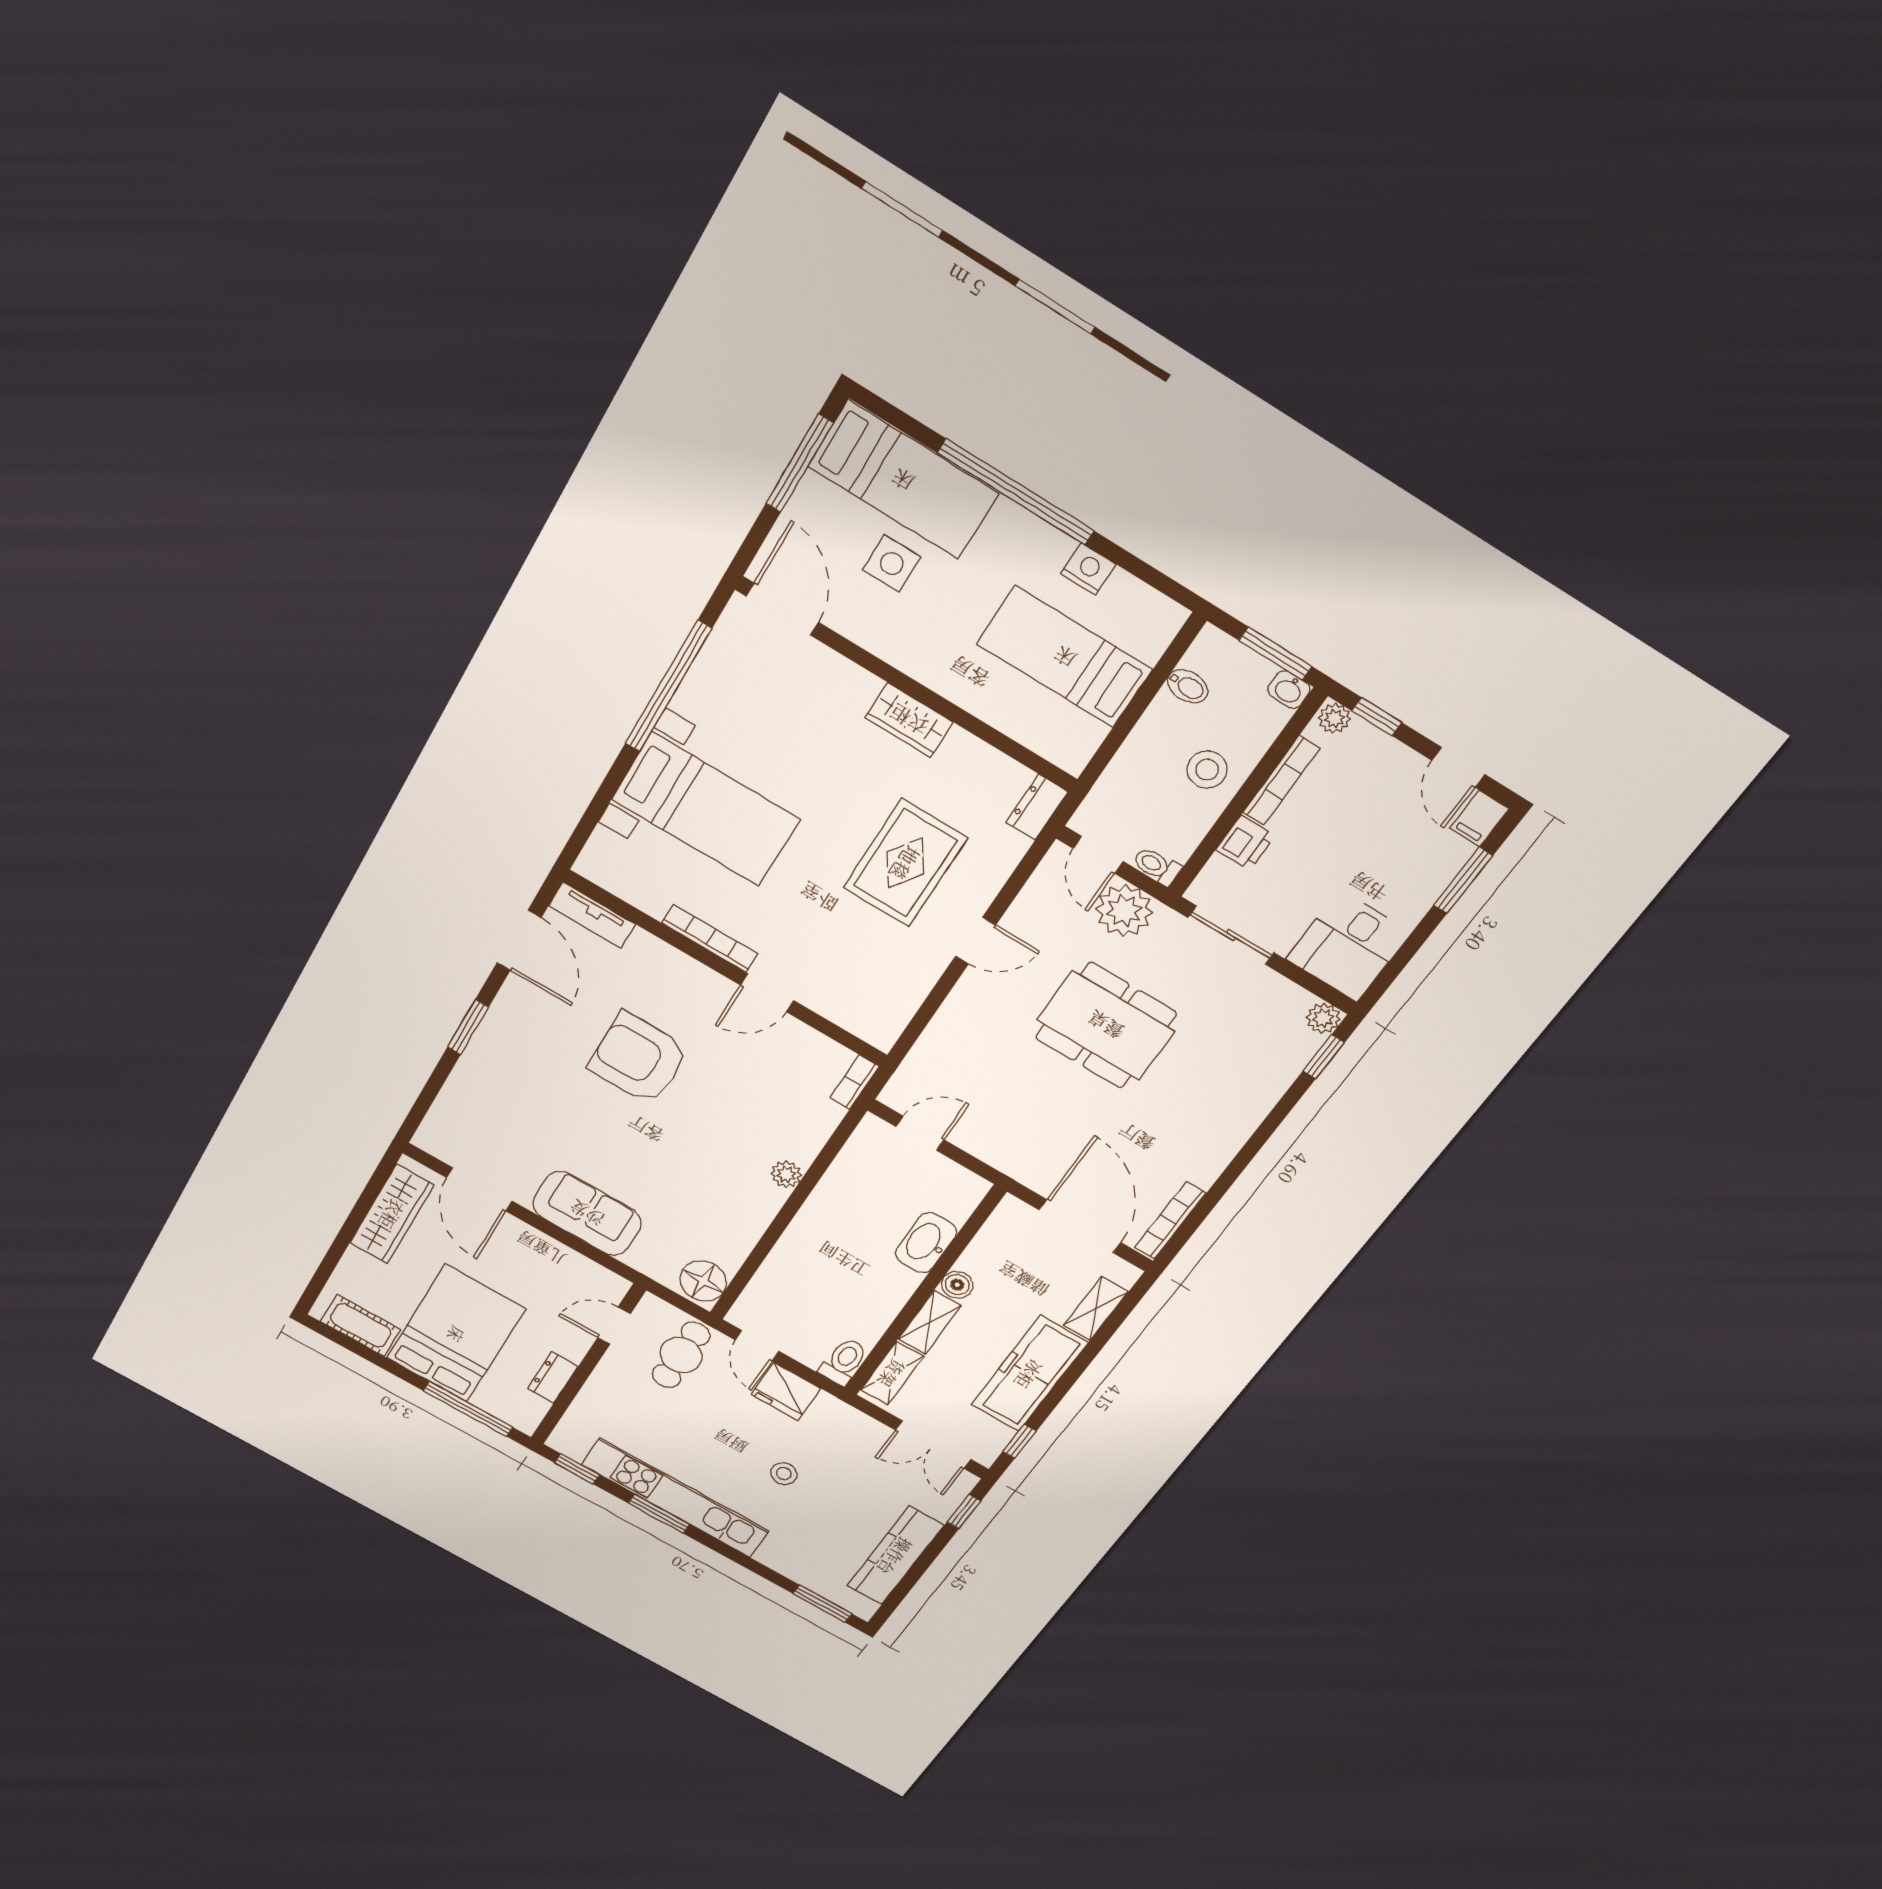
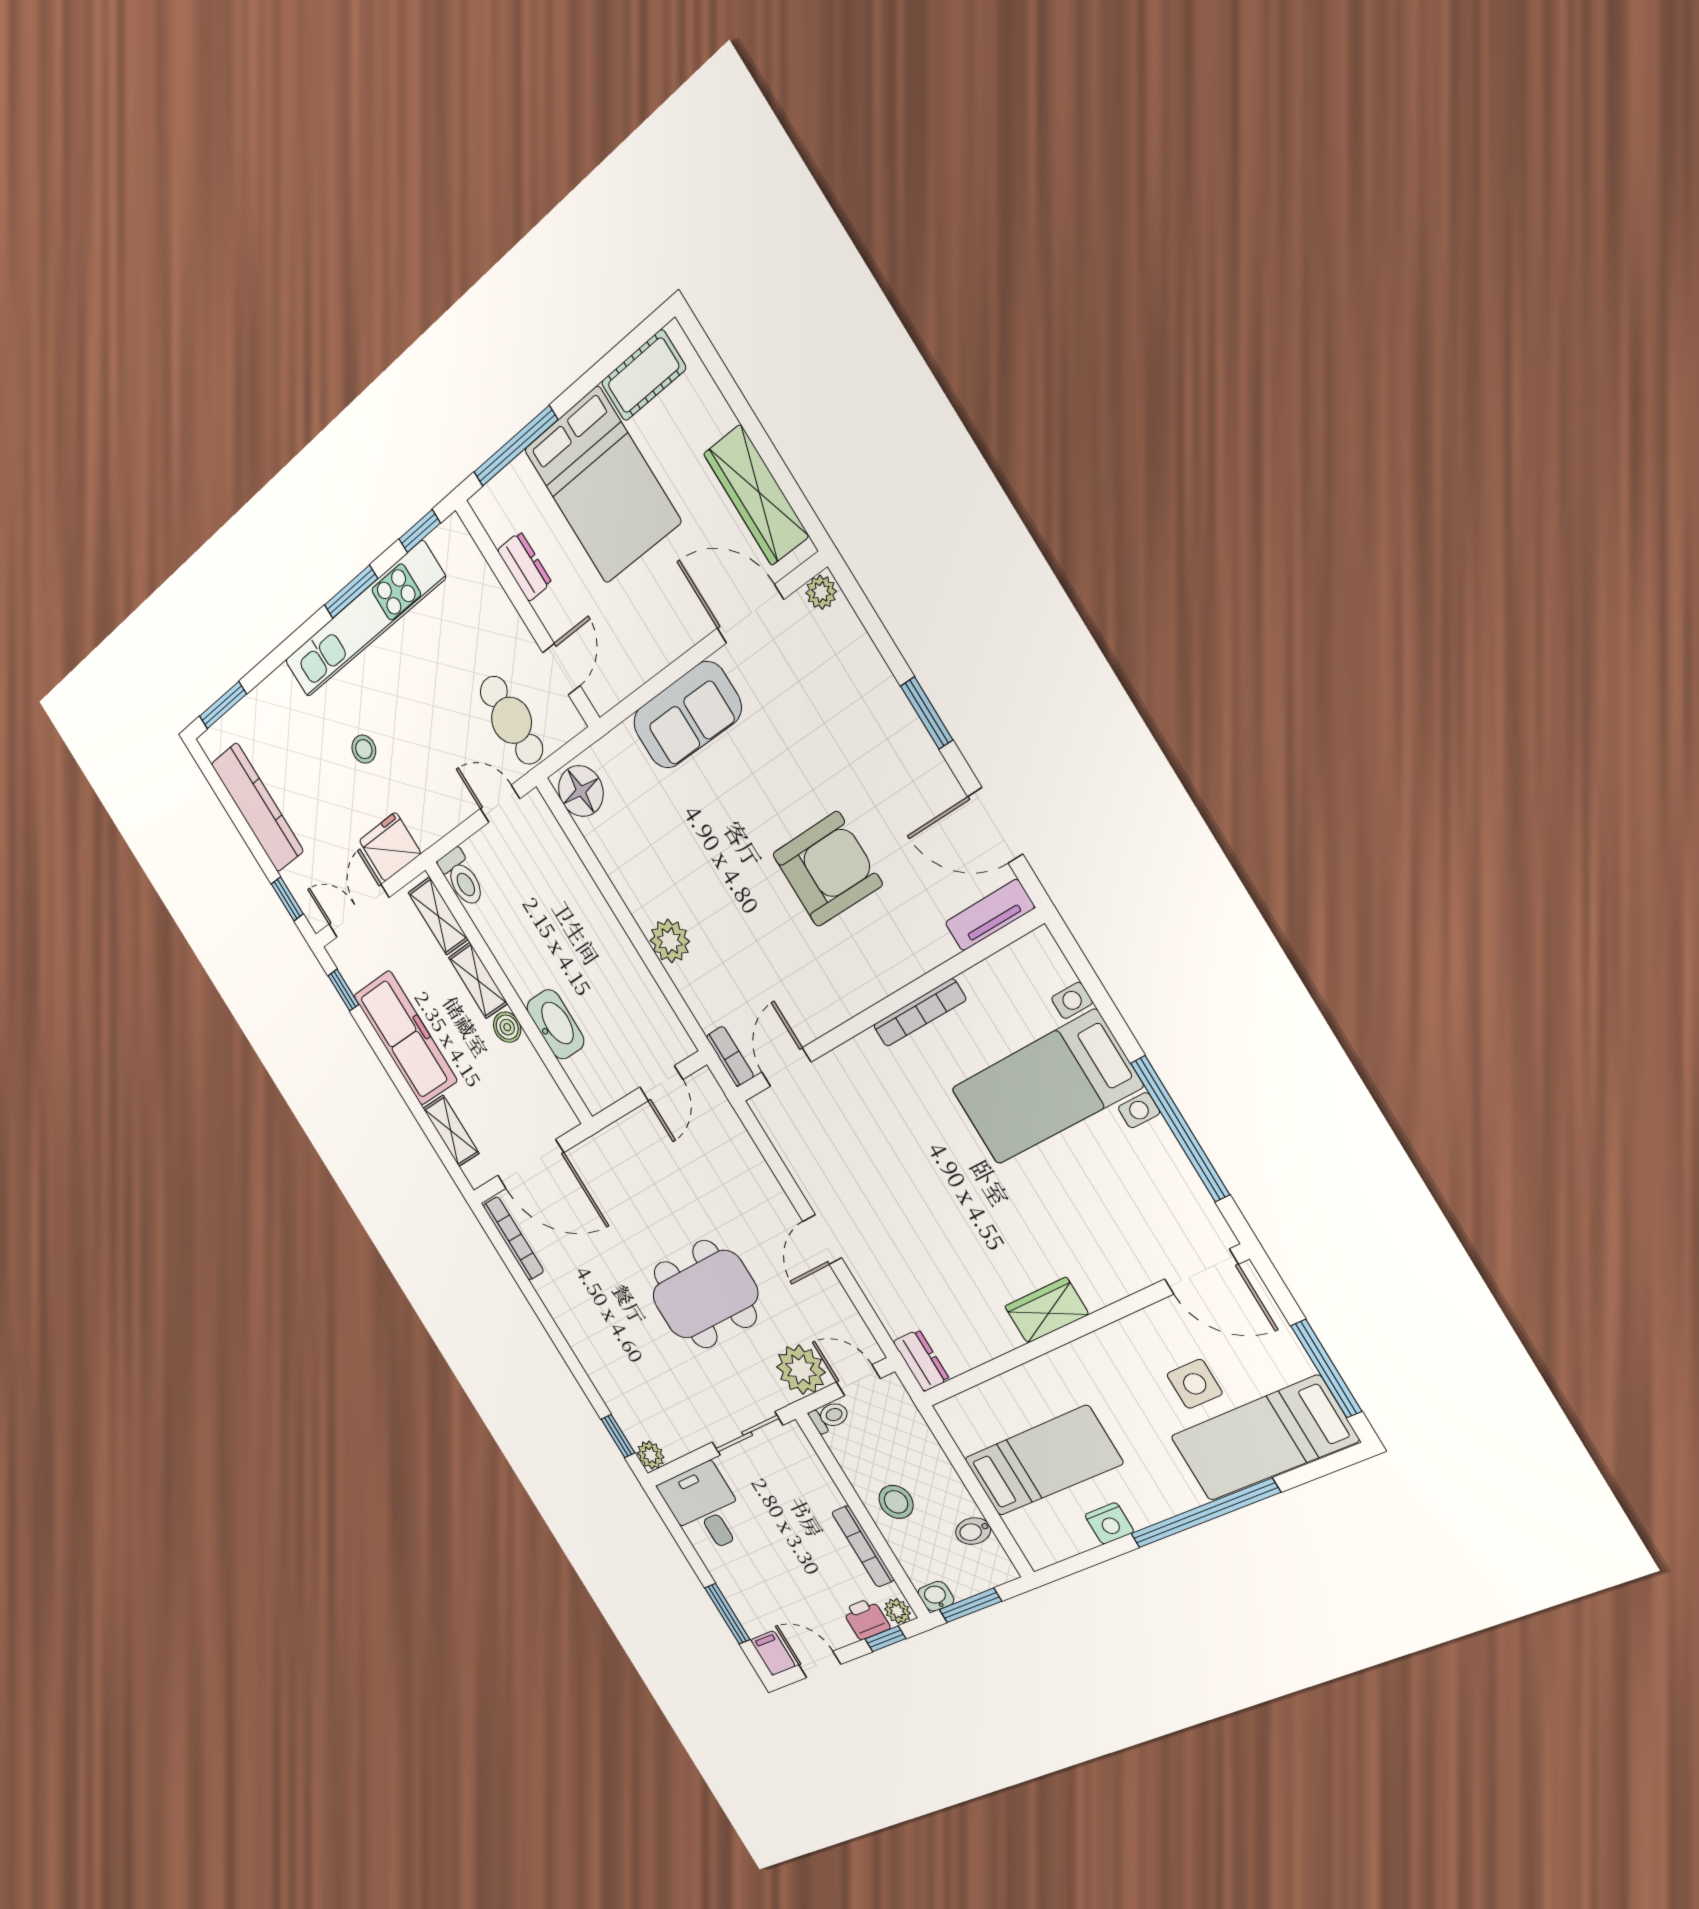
printer: (1245, 843) -> (866, 1619), moved, turned 90
rug: (905, 863) -> (918, 1227), removed
door: (767, 993) -> (786, 1067), moved
plant: (430, 1141) -> (821, 592), added
plant: (786, 1174) -> (670, 941), width x1.38, depth x1.38
fridge: (786, 1391) -> (390, 847), moved

